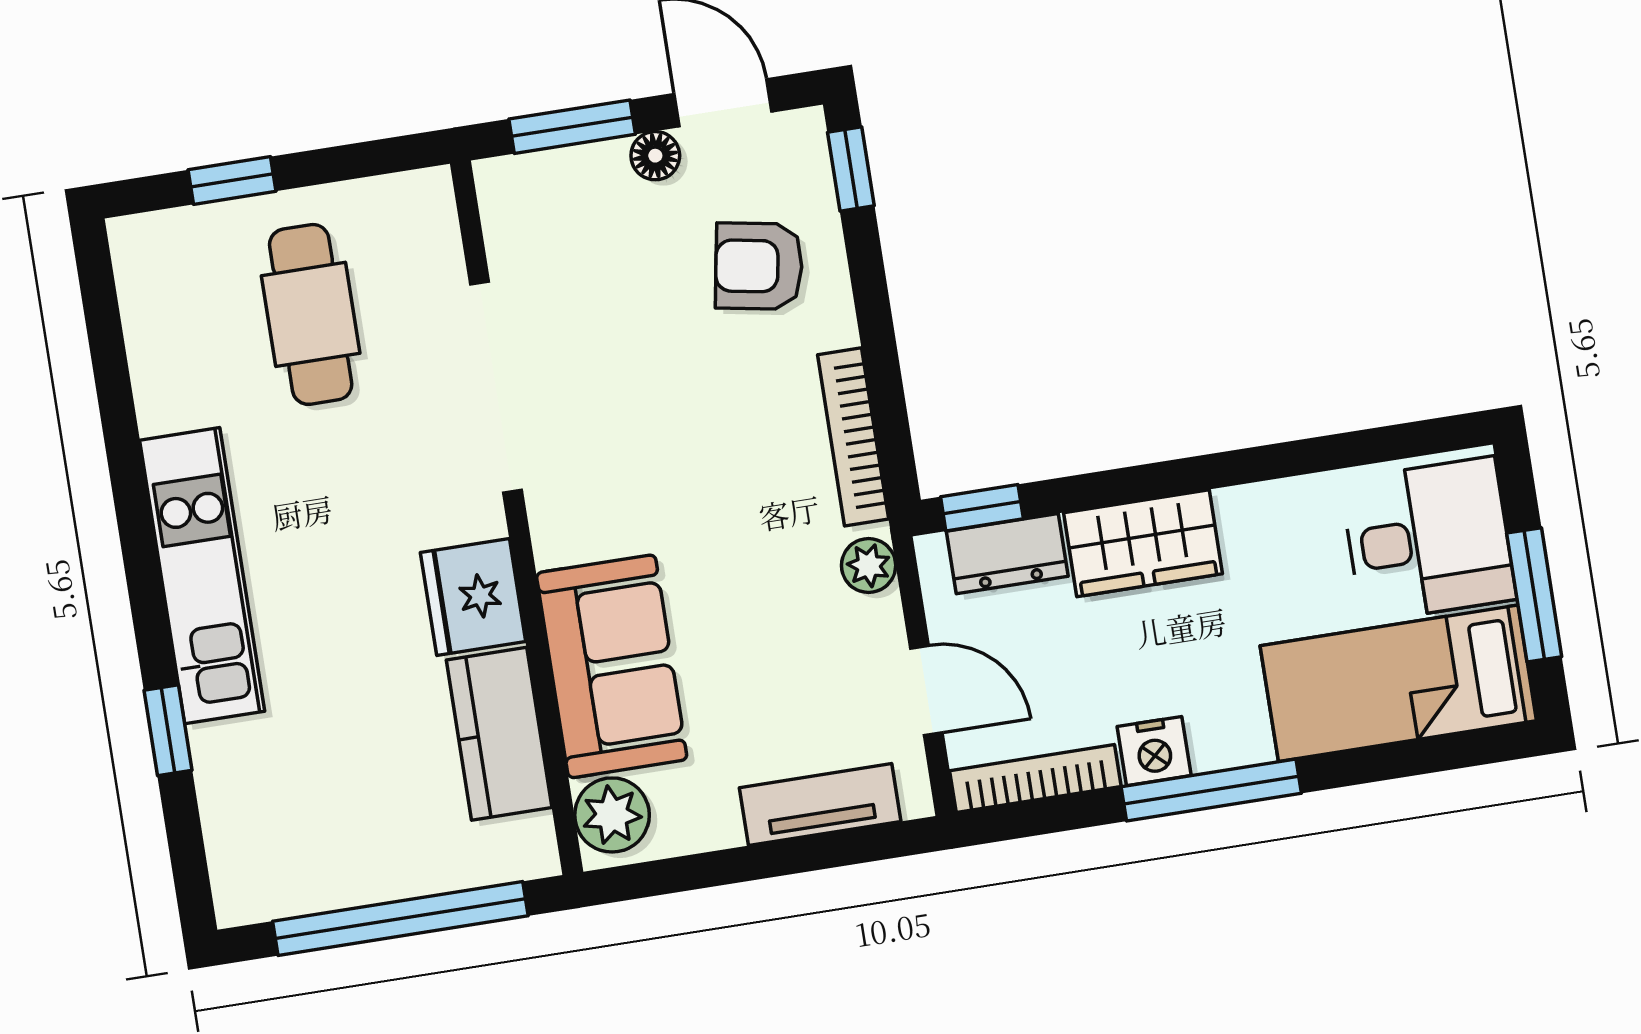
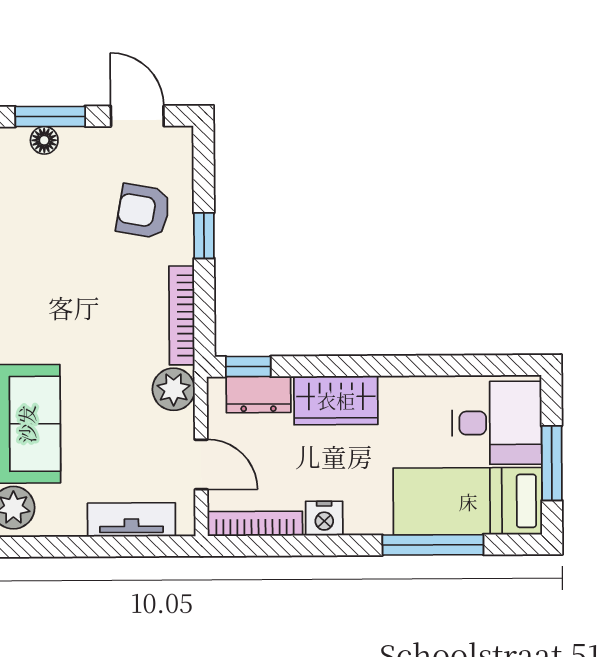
floor lamp: (655, 156) -> (44, 140), moved
window: (851, 169) -> (204, 236), moved
plant: (869, 565) -> (174, 389), width x1.38, depth x1.38
window: (1211, 790) -> (433, 545), moved

